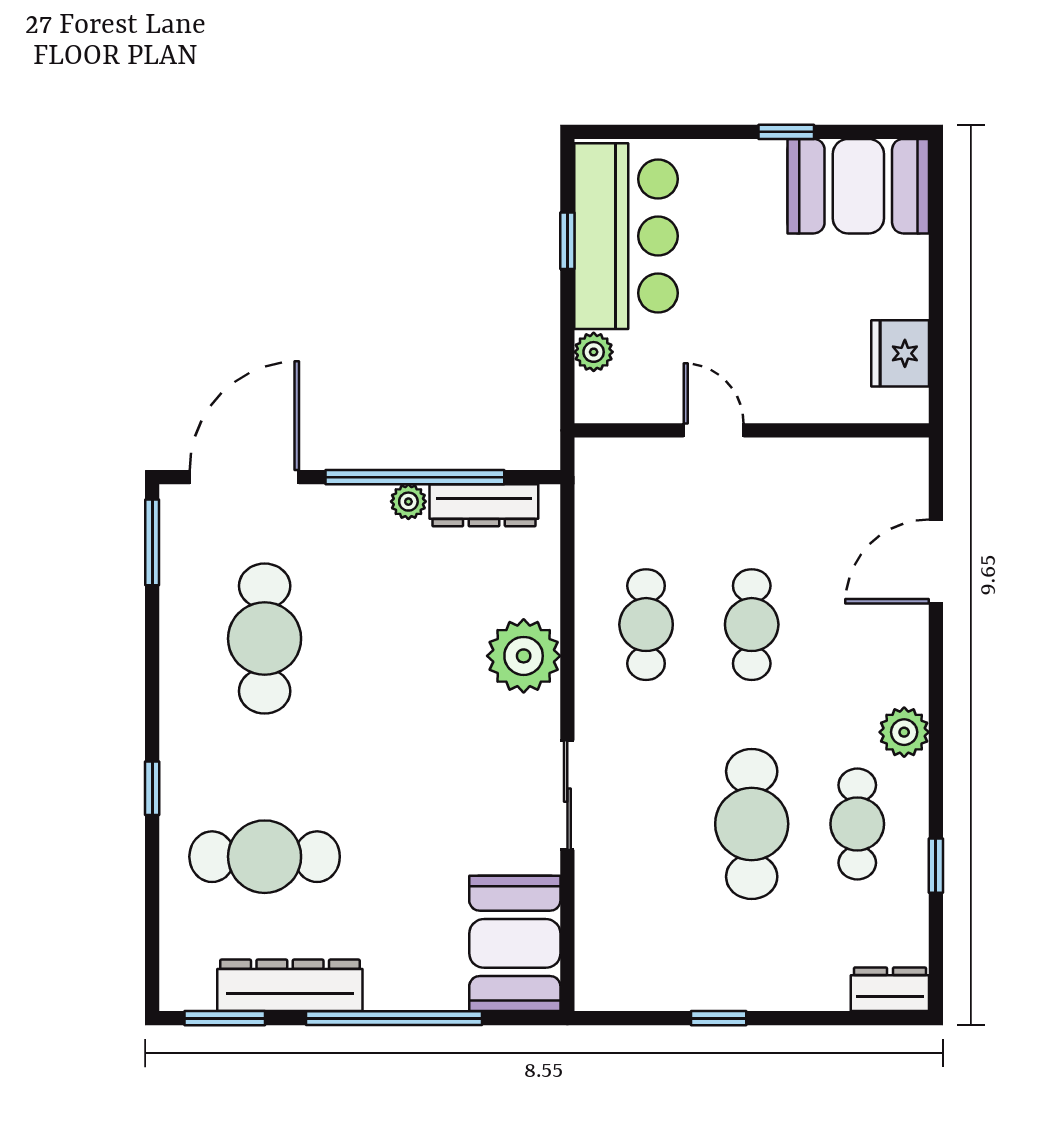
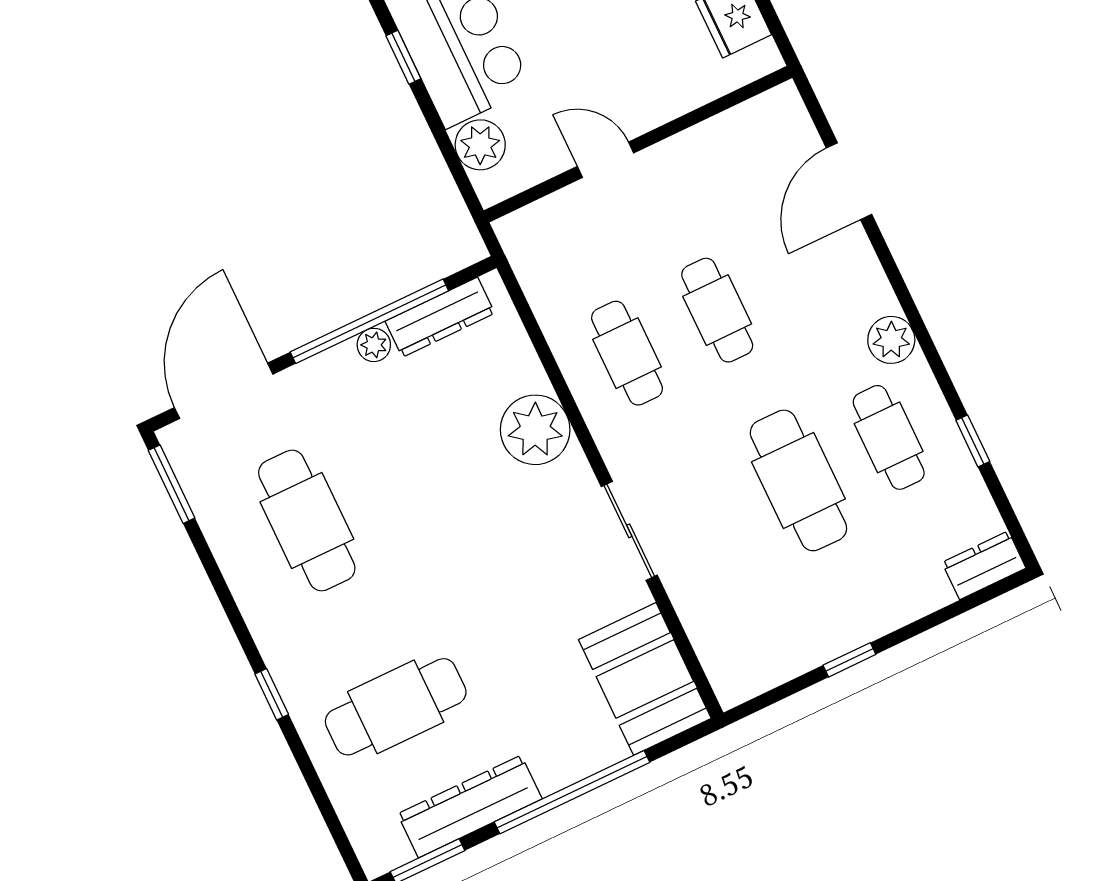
plant: (594, 352) -> (480, 145), width x1.38, depth x1.38

